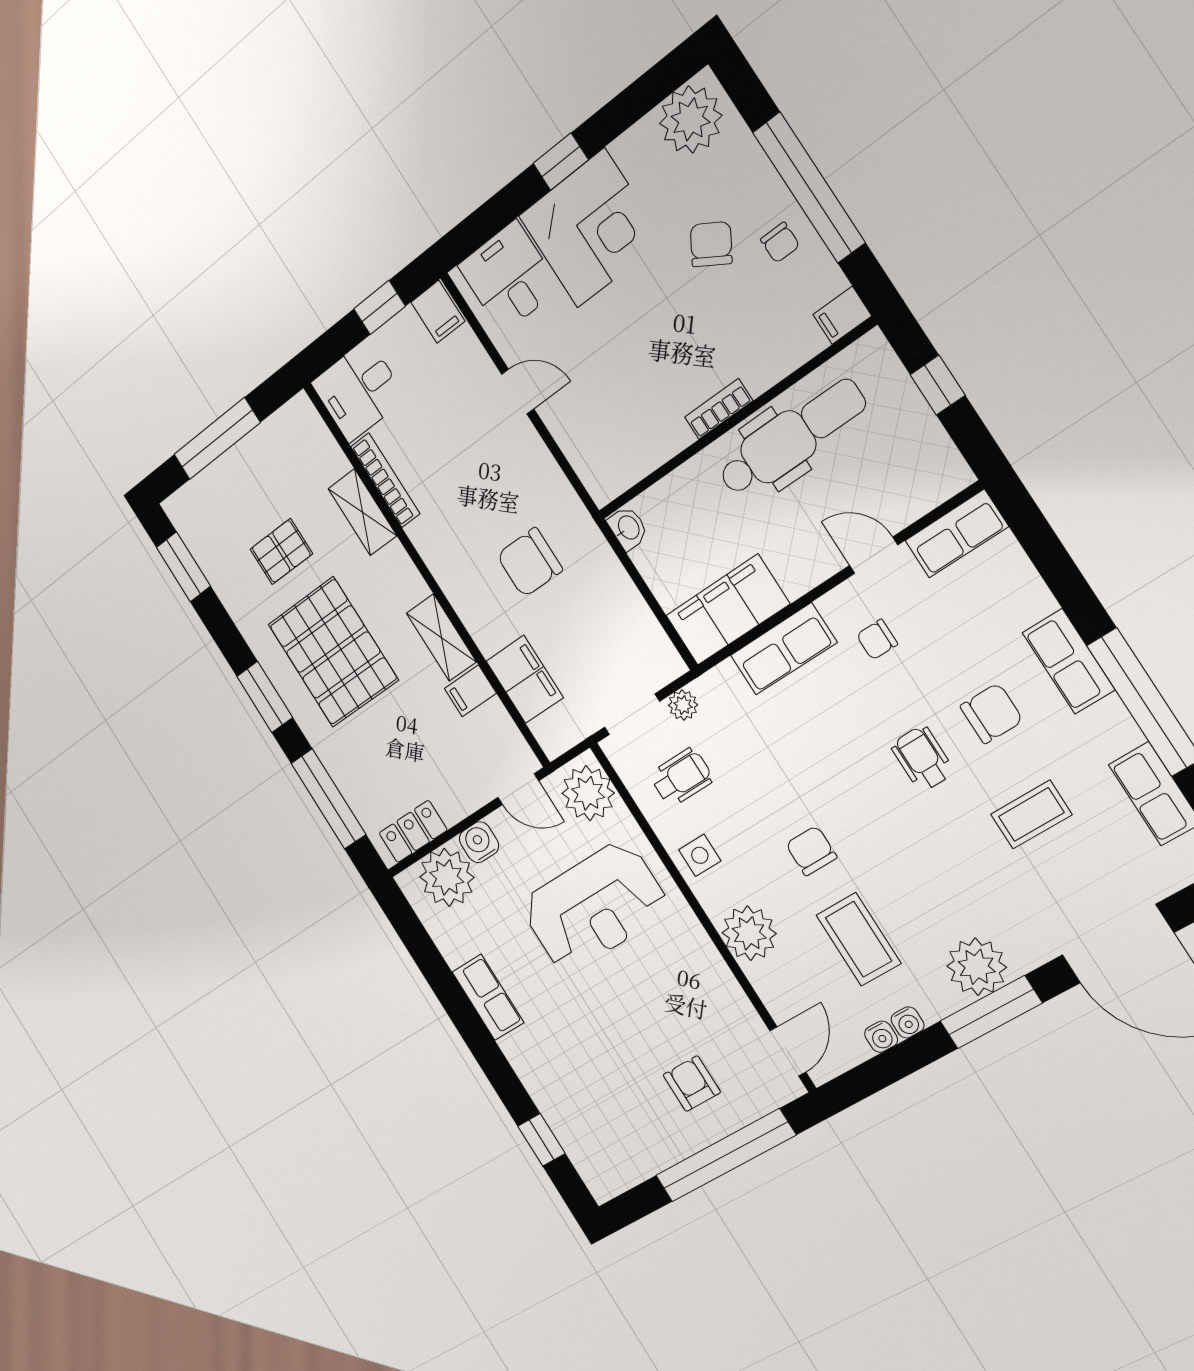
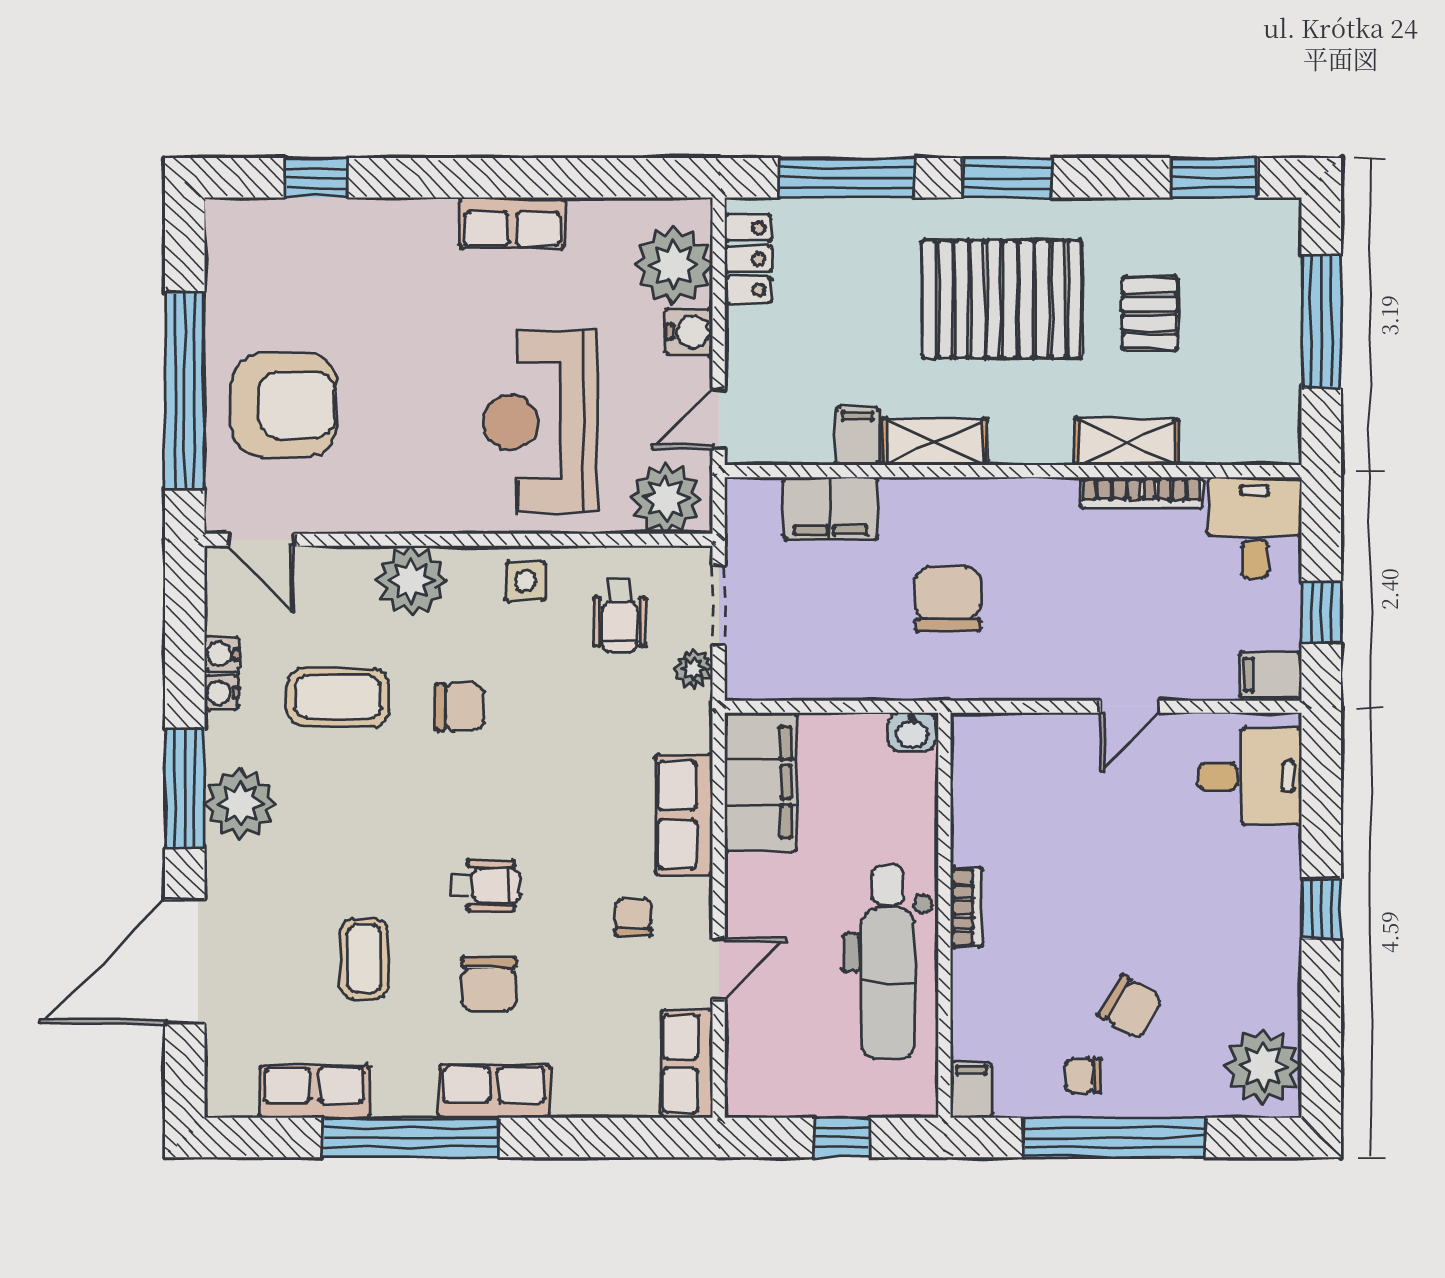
corner desk: (591, 228) -> (1234, 896), removed
armchair: (692, 1084) -> (284, 405), width x1.88, depth x1.88

